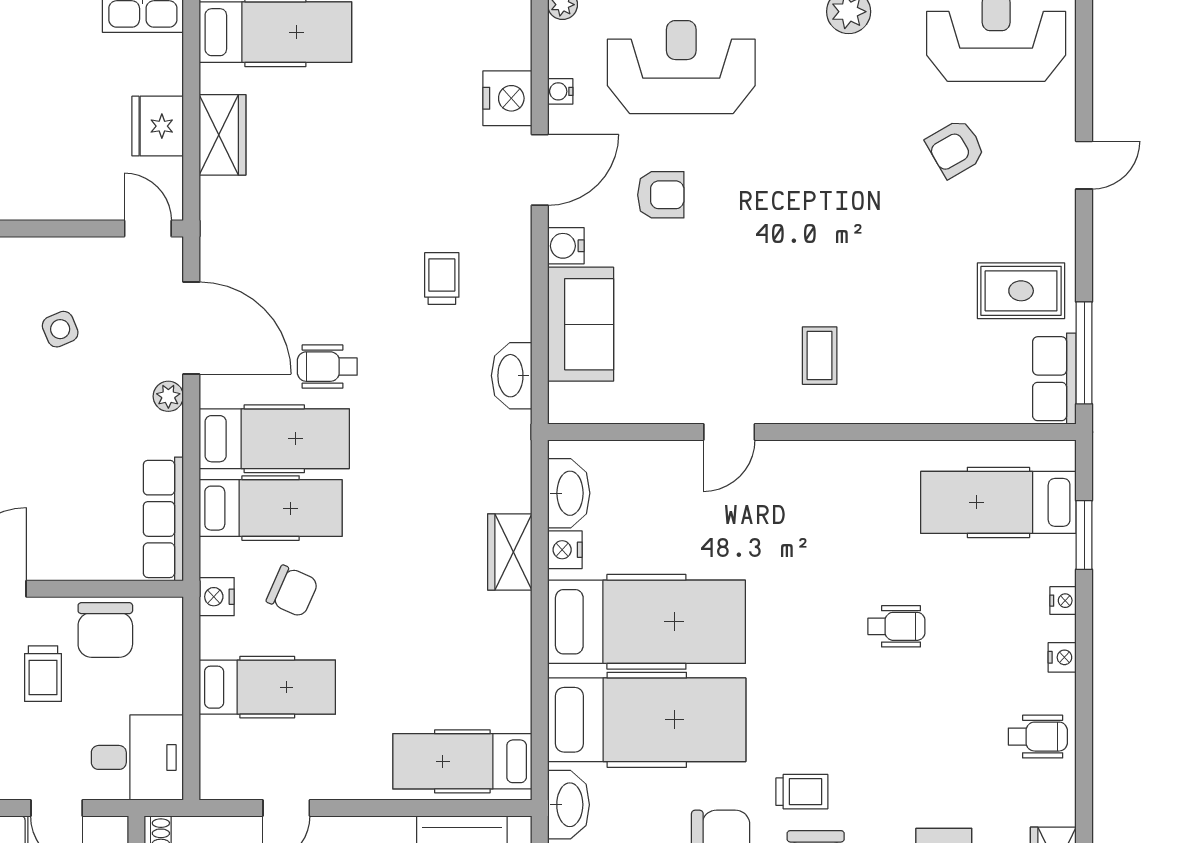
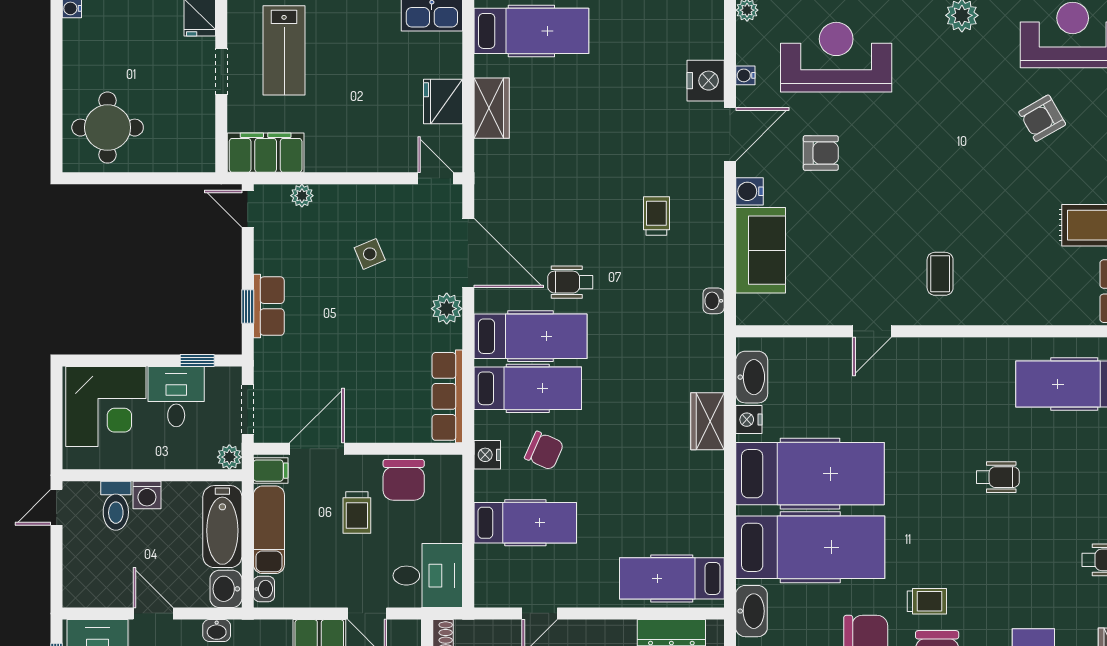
washbasin: (512, 376) -> (714, 301), width x0.52, depth x0.69
plant: (168, 396) -> (447, 309), width x1.38, depth x1.38

